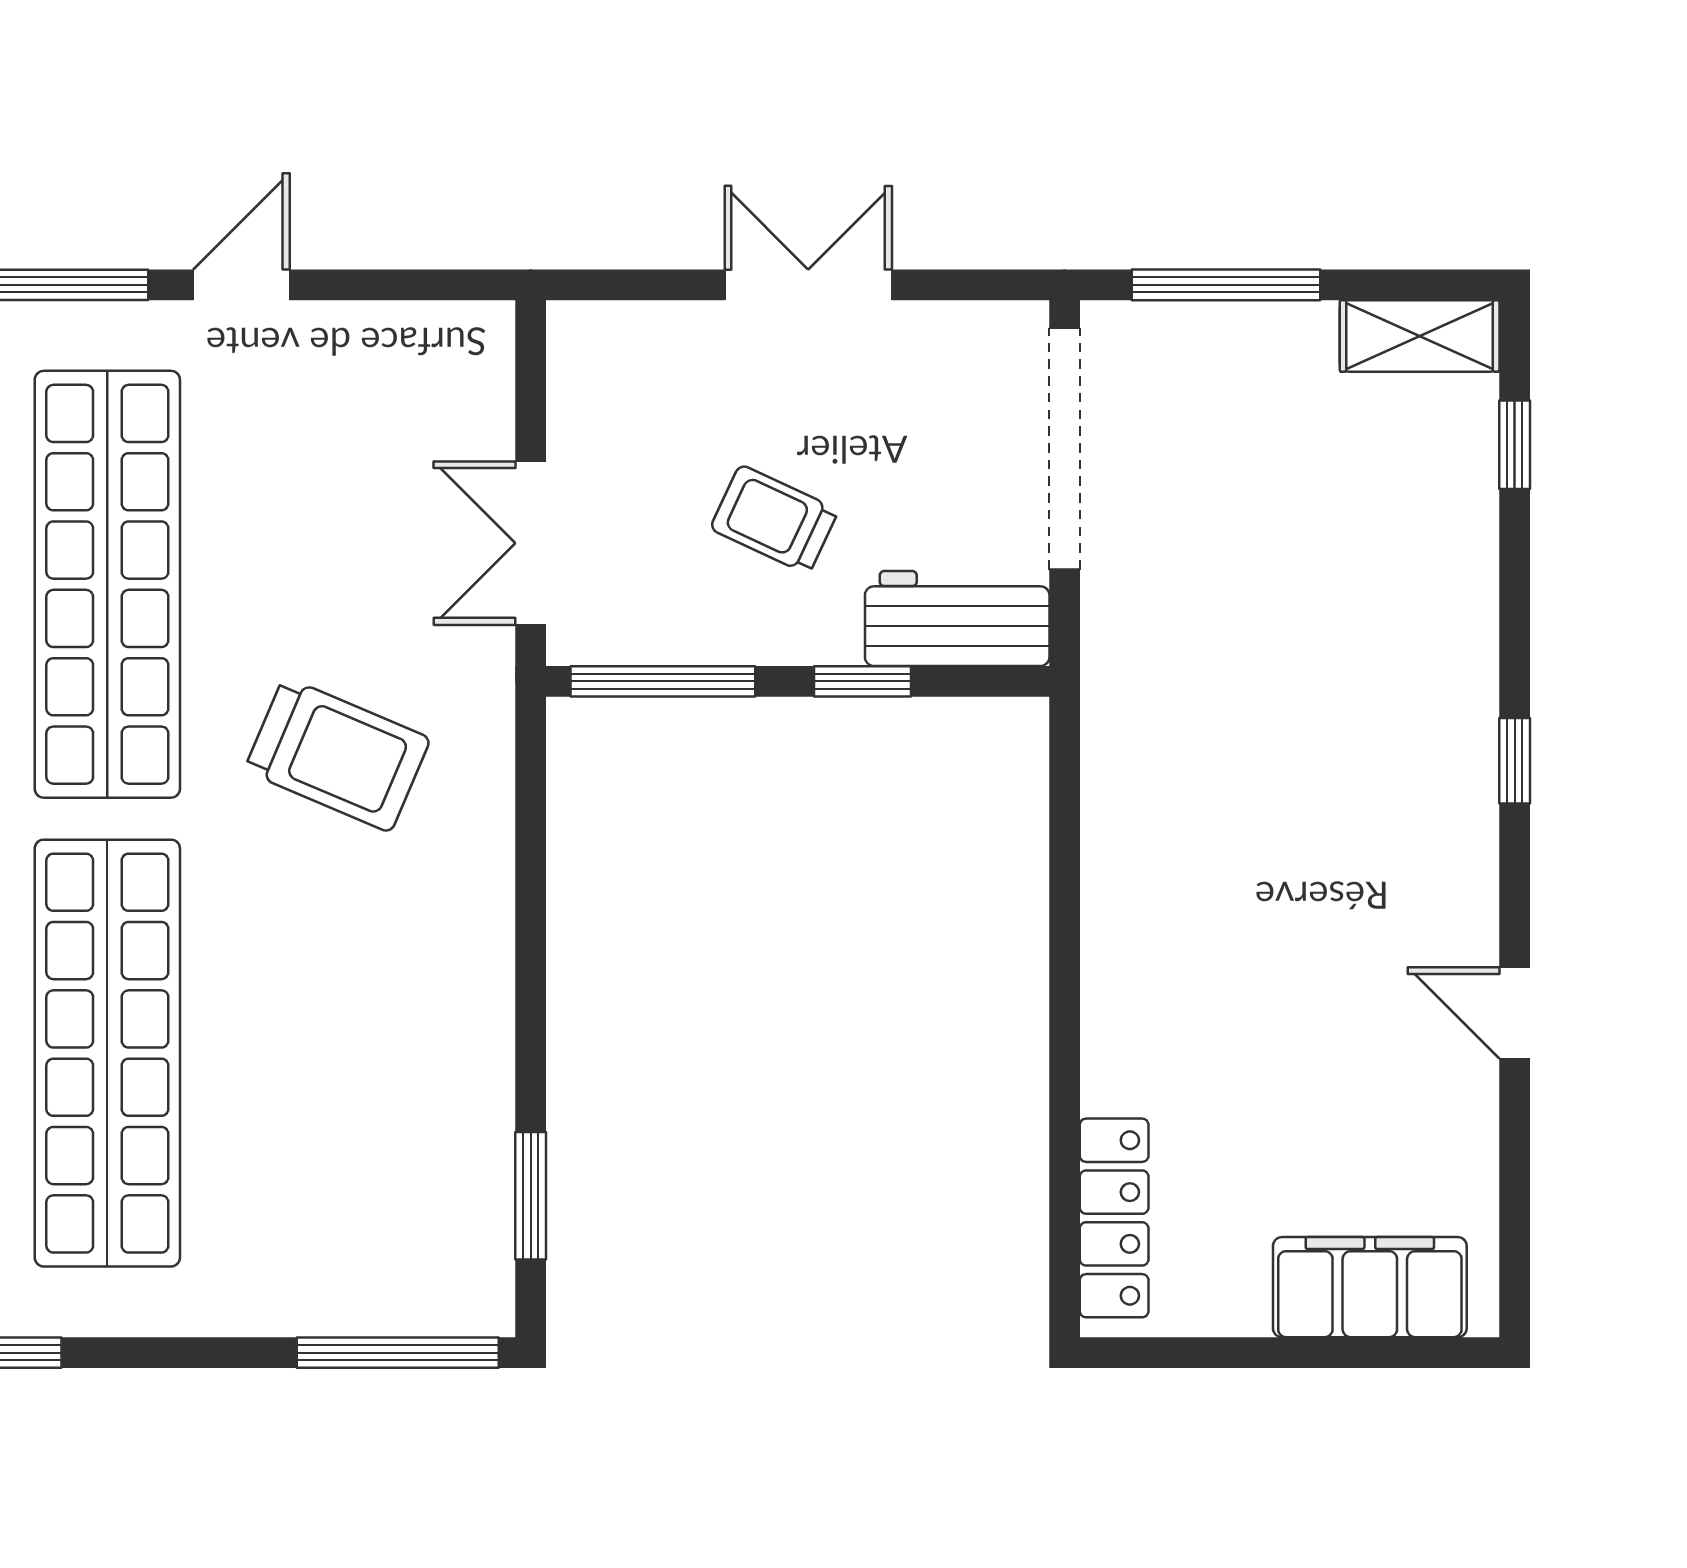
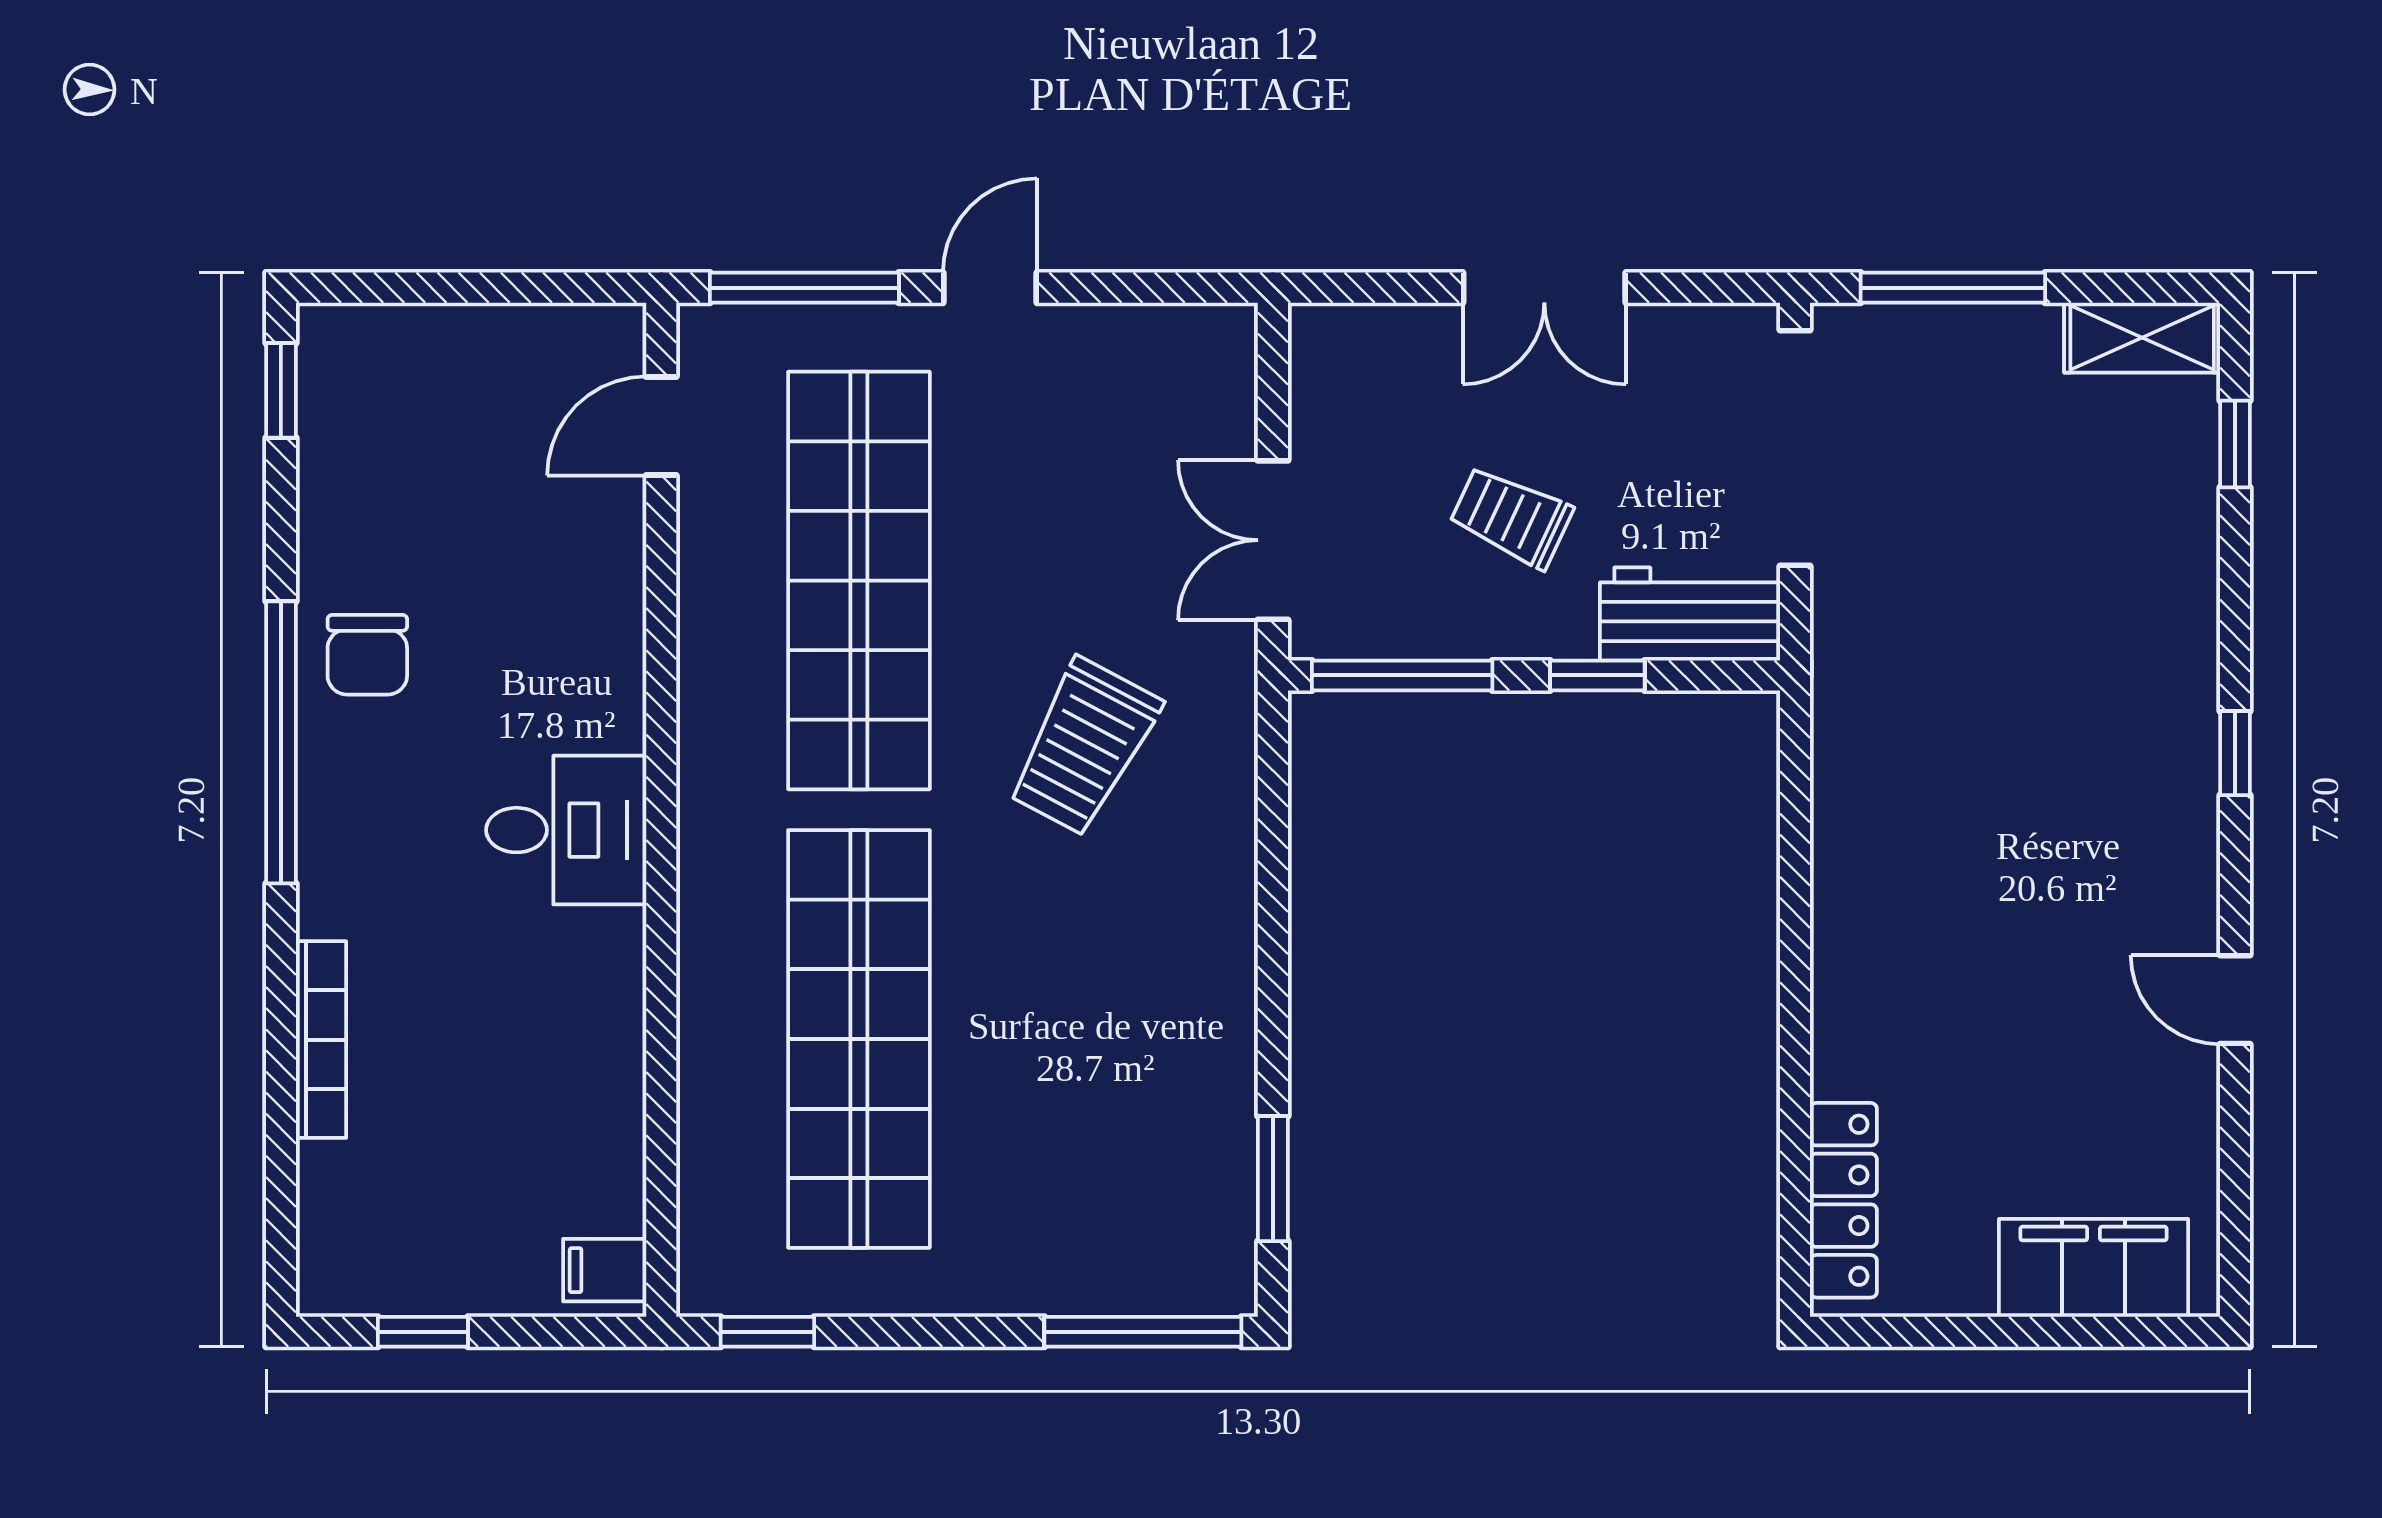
double door: (808, 285) -> (1544, 288), swing flipped
trolley: (337, 755) -> (1084, 747), turned 95

